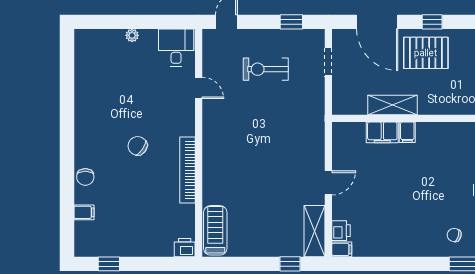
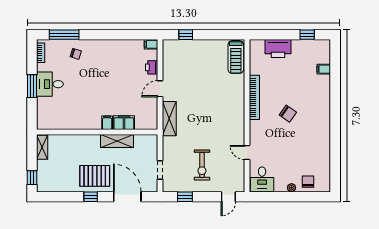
exercise bike: (266, 69) -> (202, 165), turned 90
chair: (85, 177) -> (308, 182), moved
shelving: (315, 231) -> (169, 119), moved
printer: (341, 231) -> (152, 67), moved
printer: (185, 248) -> (278, 48), moved, width x1.87, depth x1.48

